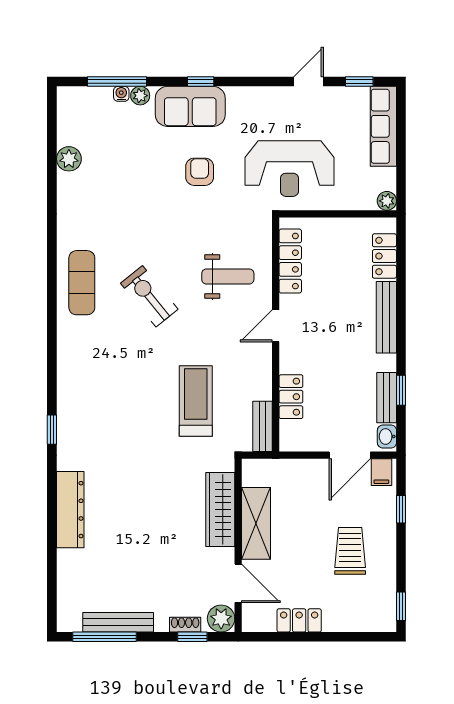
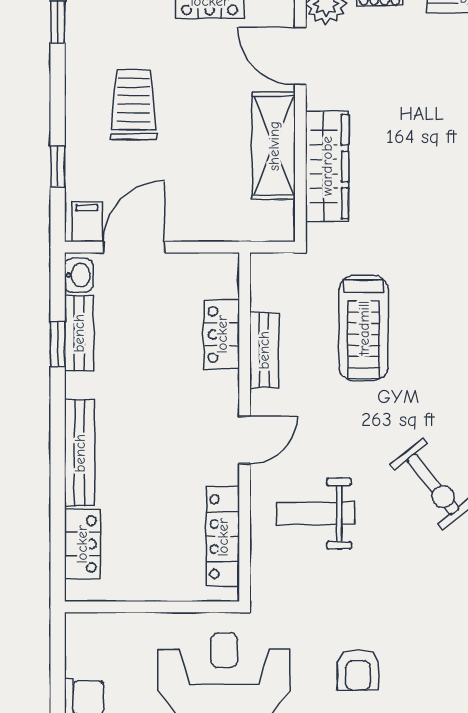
plant: (387, 201) -> (79, 626), removed
bench: (263, 426) -> (264, 350), moved
trolley: (350, 551) -> (134, 105), turned 180

